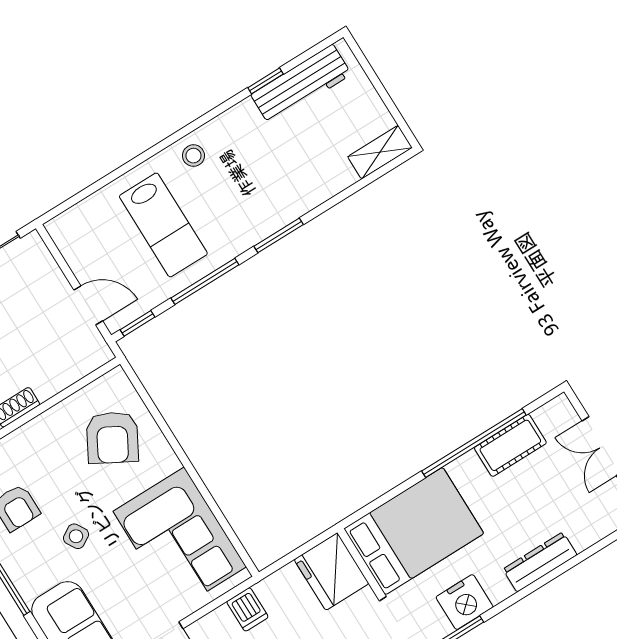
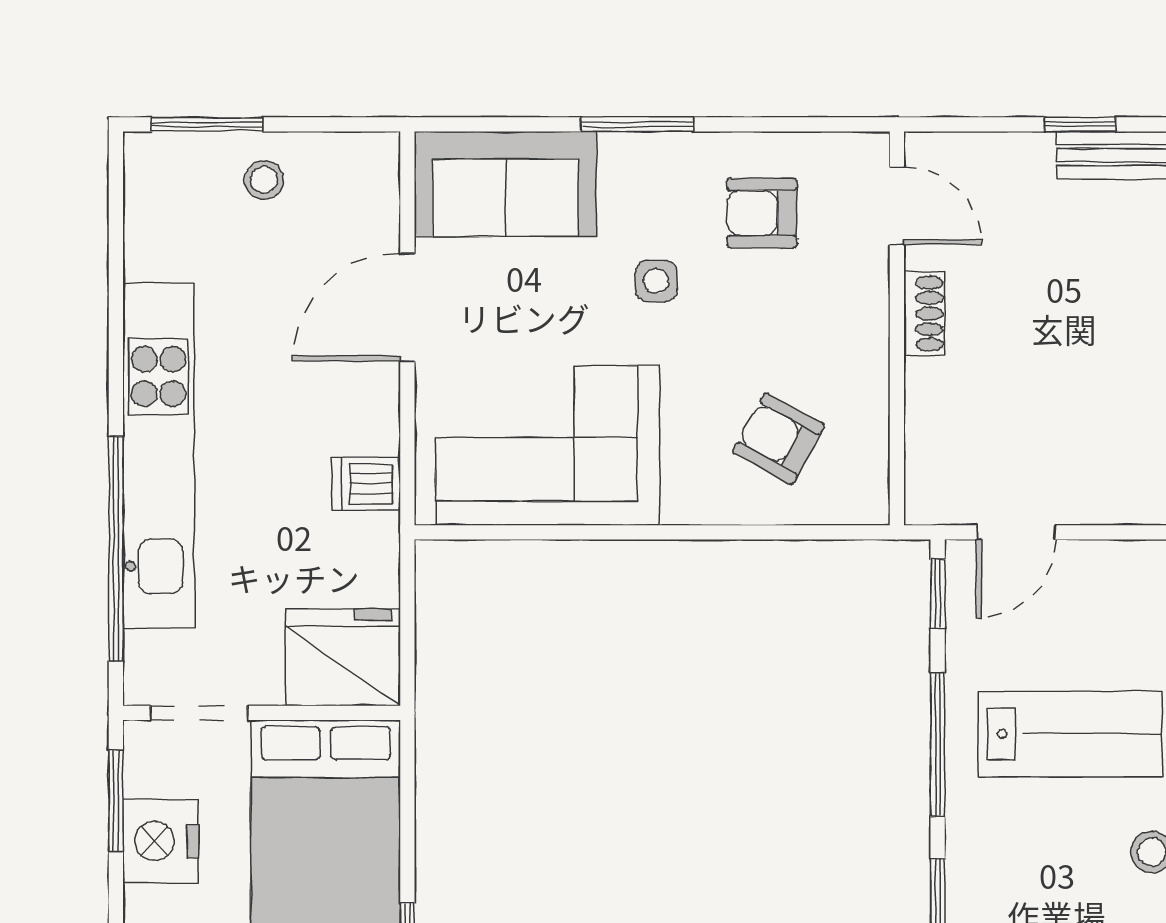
lab bench: (163, 225) -> (1070, 734), turned 180
armchair: (112, 438) -> (779, 438), width x0.72, depth x0.72
side table: (76, 536) -> (656, 281), turned 31

